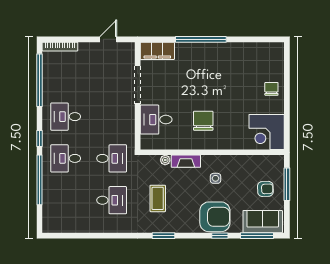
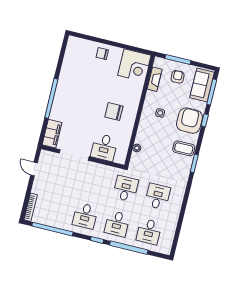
fireplace: (186, 161) -> (155, 79), moved
coffee table: (158, 198) -> (184, 148), moved
desk: (66, 200) -> (149, 231), added

